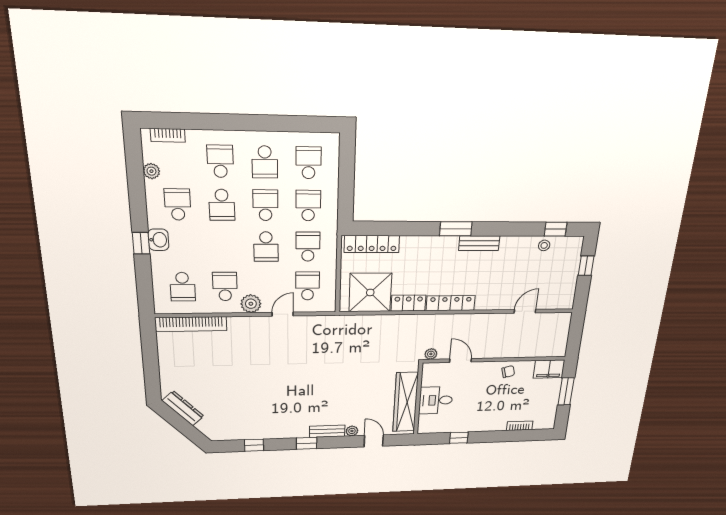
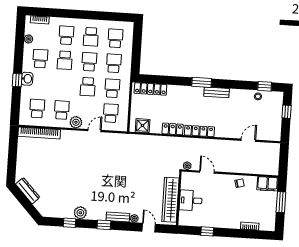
school desk: (183, 287) -> (37, 108), turned 180
shower: (370, 292) -> (143, 126), width x0.54, depth x0.54
plant: (269, 431) -> (80, 213), added

